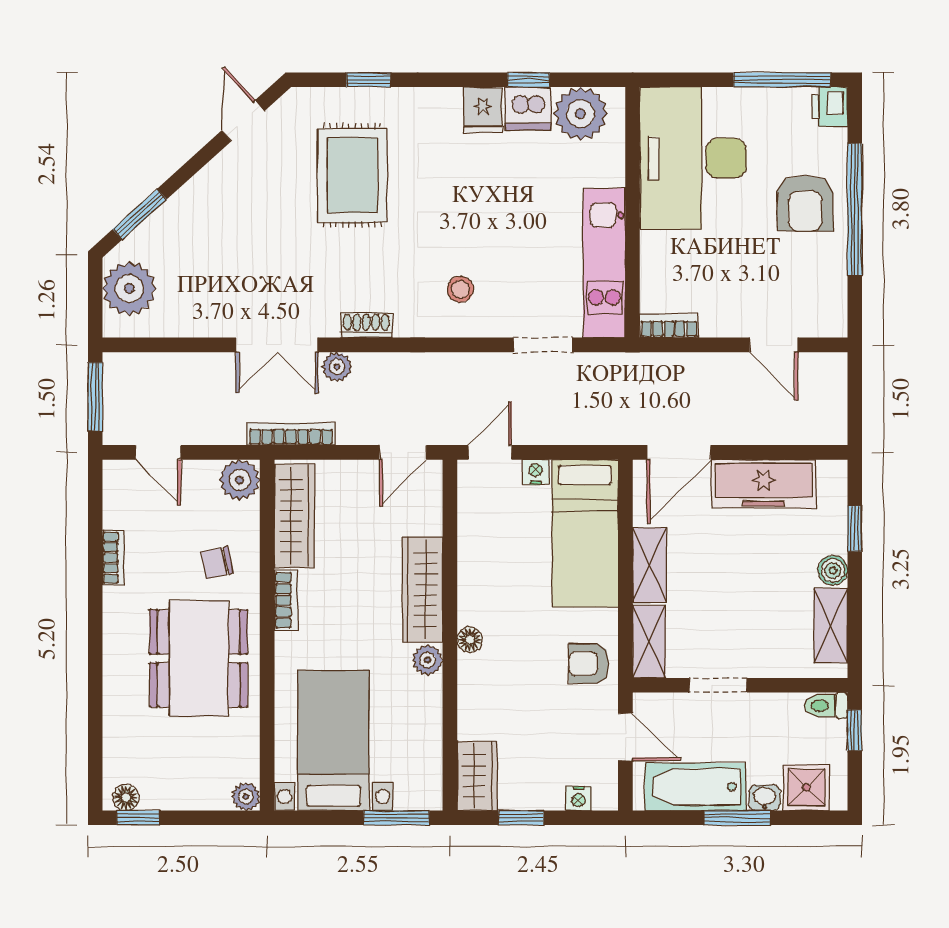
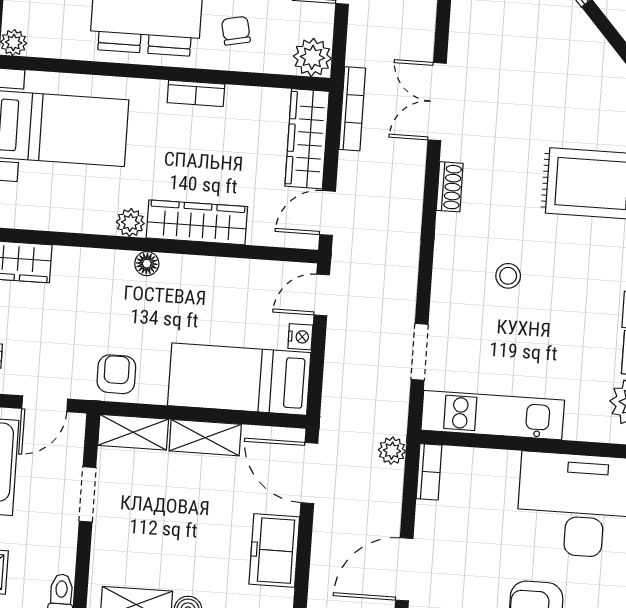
stool: (460, 289) -> (508, 276), moved
door: (774, 345) -> (404, 569), width x1.38
plant: (337, 367) -> (392, 451), moved
door: (403, 452) -> (328, 213), hinge flipped
door: (490, 452) -> (322, 295), swing flipped
freezer: (763, 484) -> (274, 550), width x0.71
wardrobe: (294, 516) -> (307, 139), moved, turned 90

